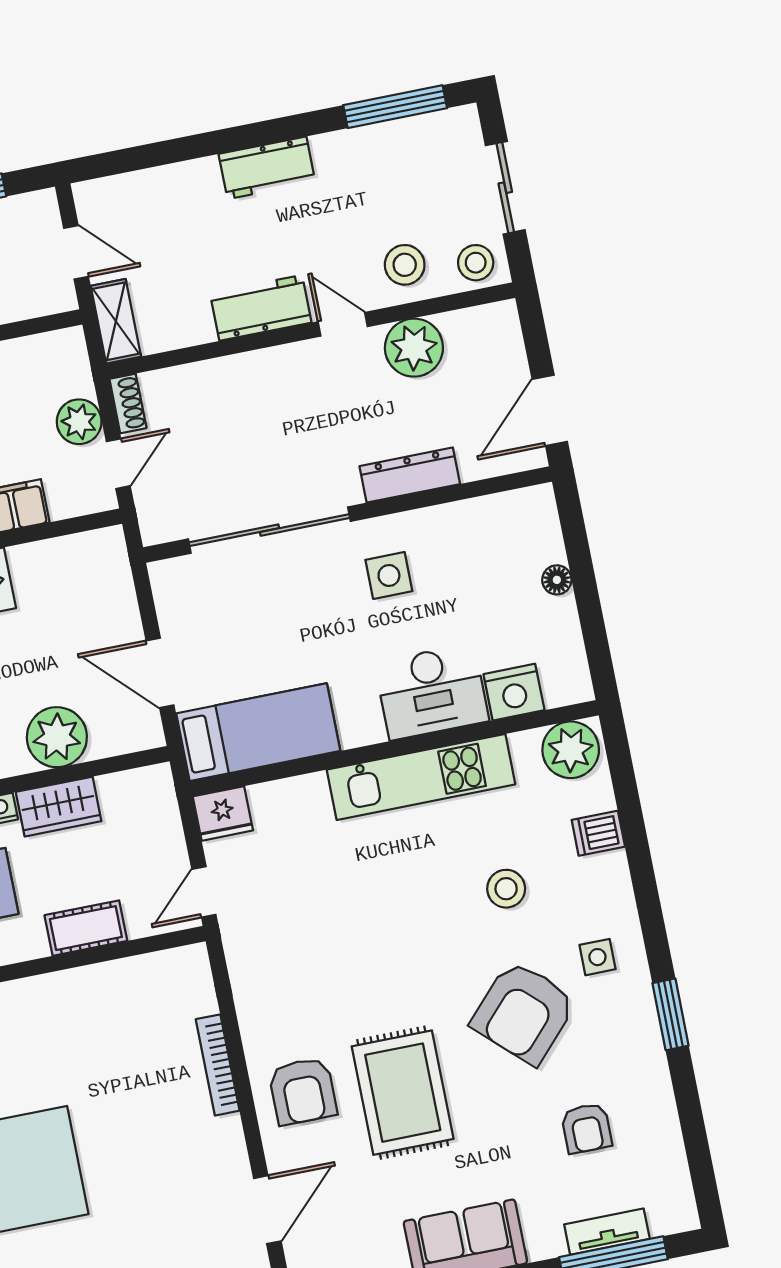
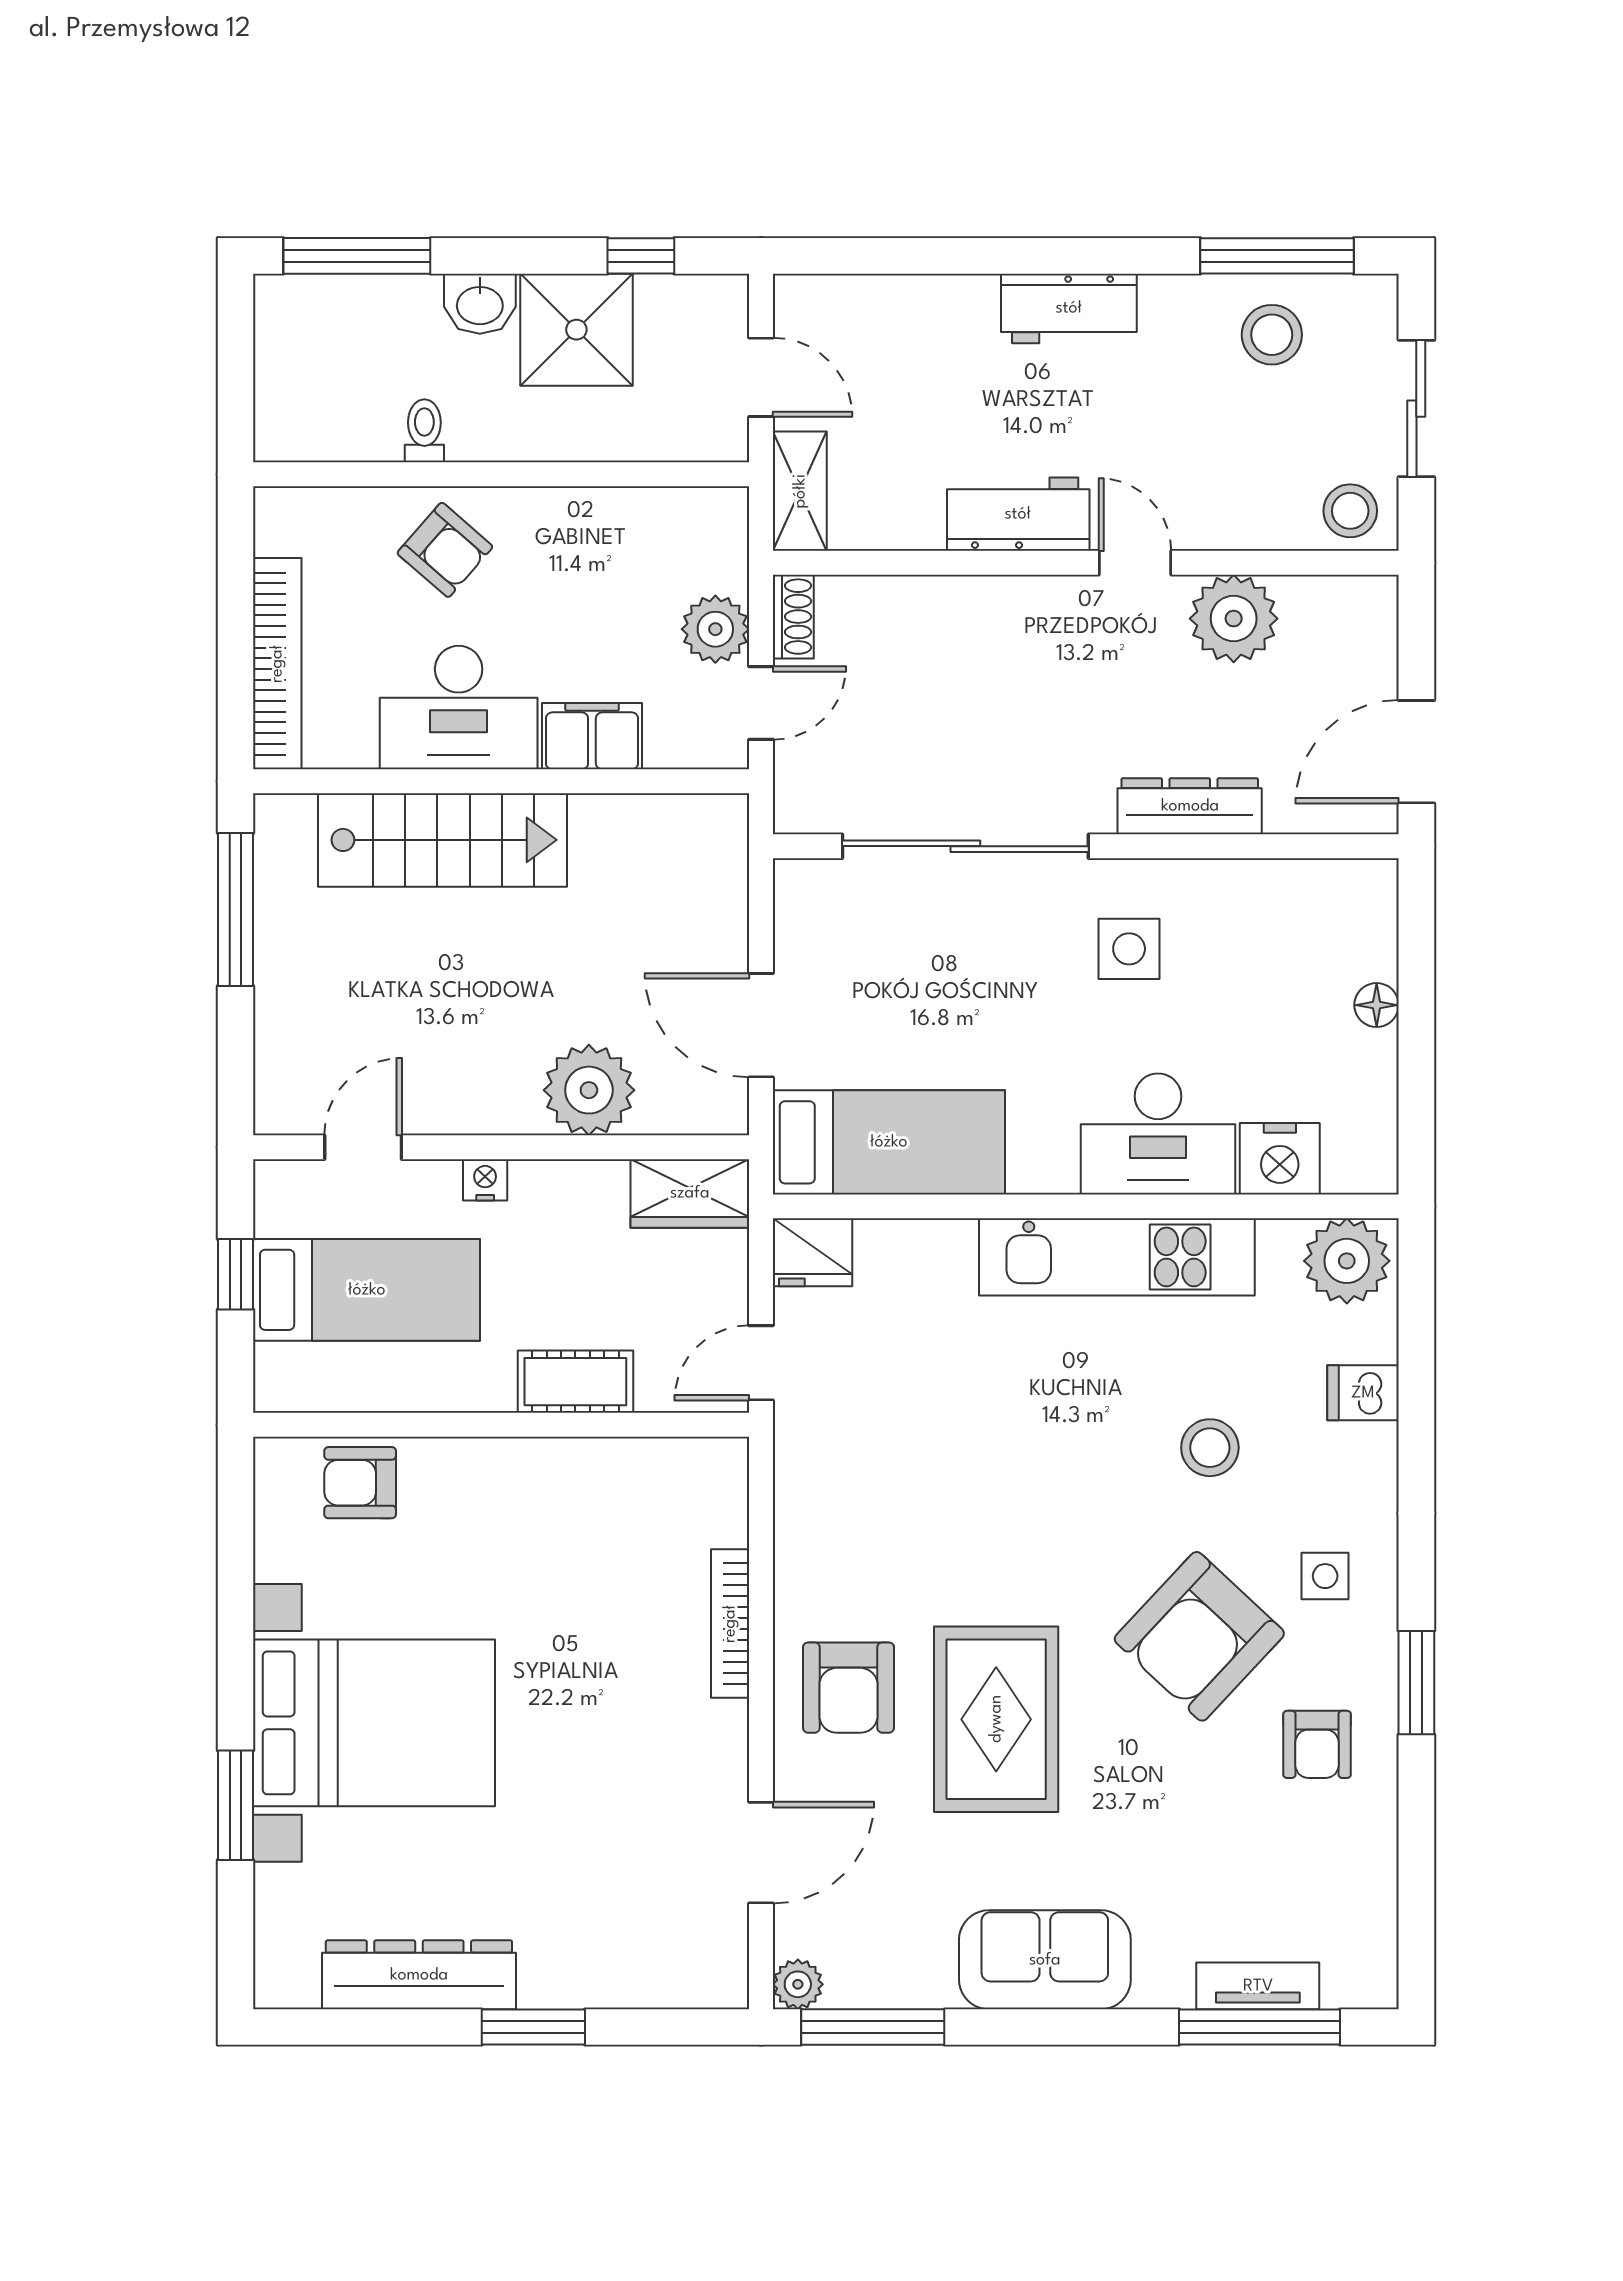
stool: (405, 265) -> (1272, 335), moved
wardrobe: (59, 807) -> (690, 1193), moved
armchair: (586, 1128) -> (1317, 1744), moved

